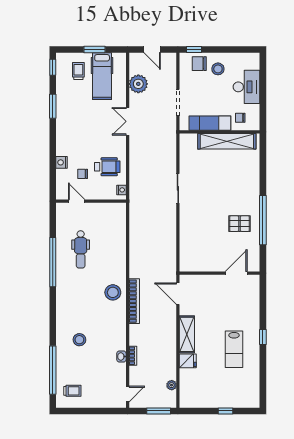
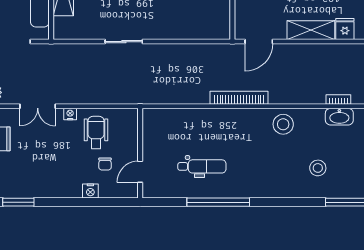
nightstand: (121, 190) -> (70, 114), moved
stool: (113, 292) -> (283, 124), moved
bookcase: (134, 301) -> (239, 98), moved
washbasin: (121, 357) -> (339, 117), width x1.91, depth x1.45

